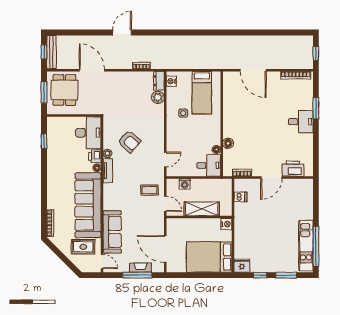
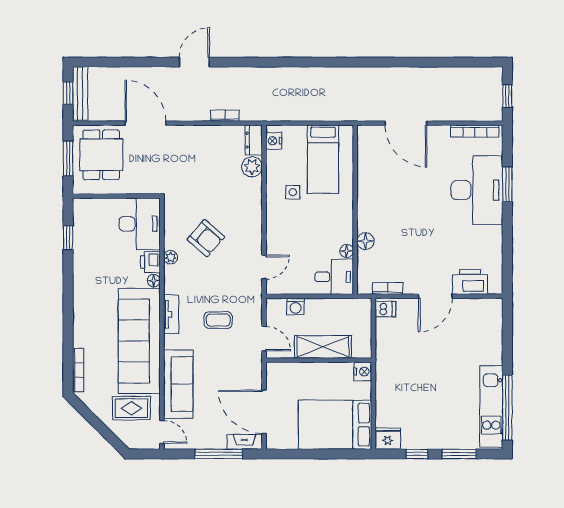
desk: (301, 122) -> (477, 190), width x1.87, depth x1.30
tv unit: (108, 171) -> (171, 314), moved
coffee table: (149, 190) -> (218, 320), moved
dishwasher: (240, 197) -> (385, 309), moved
fireplace: (141, 268) -> (244, 442), moved

